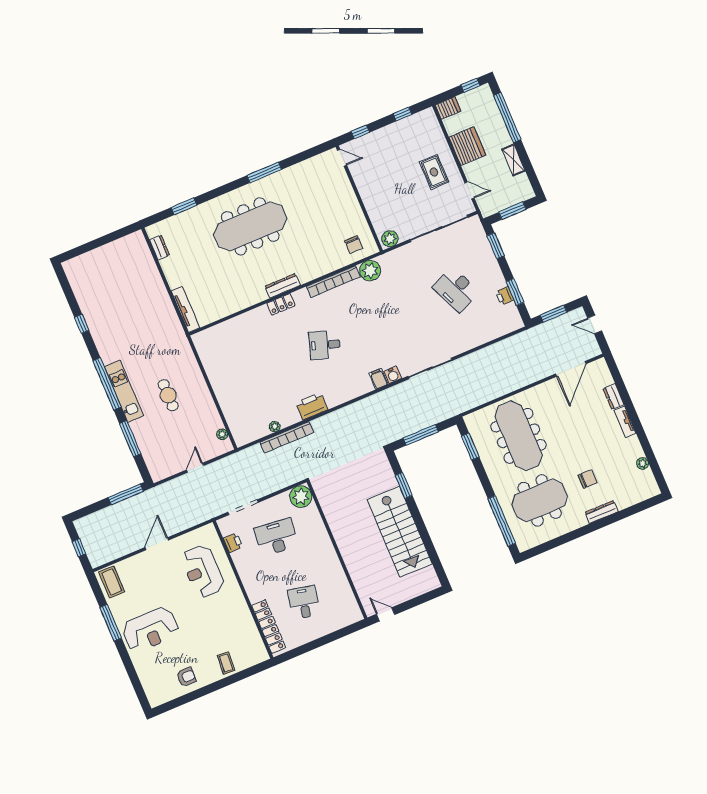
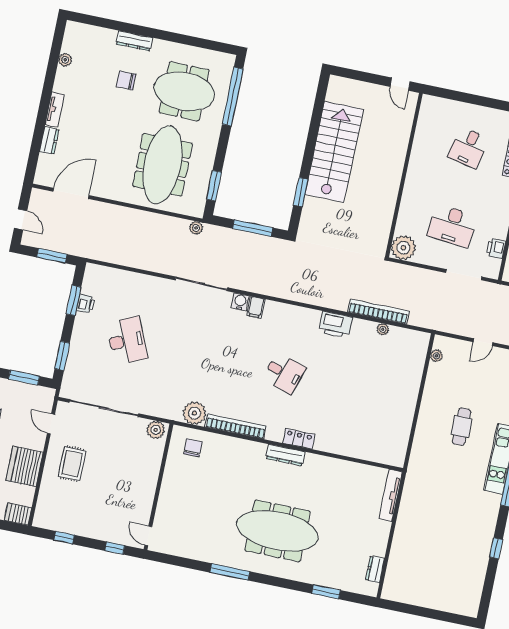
plant: (462, 407) -> (196, 228), added

